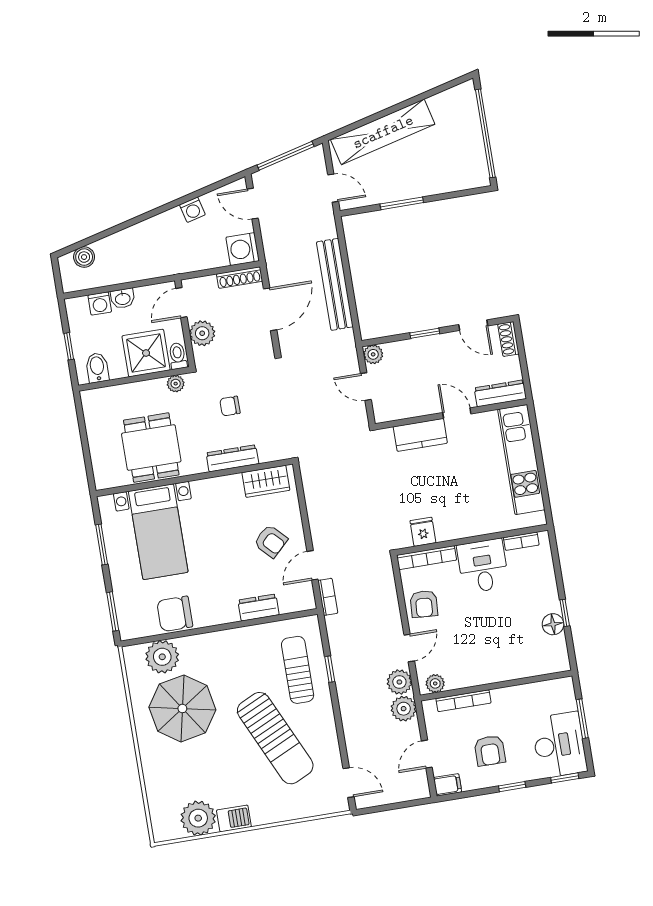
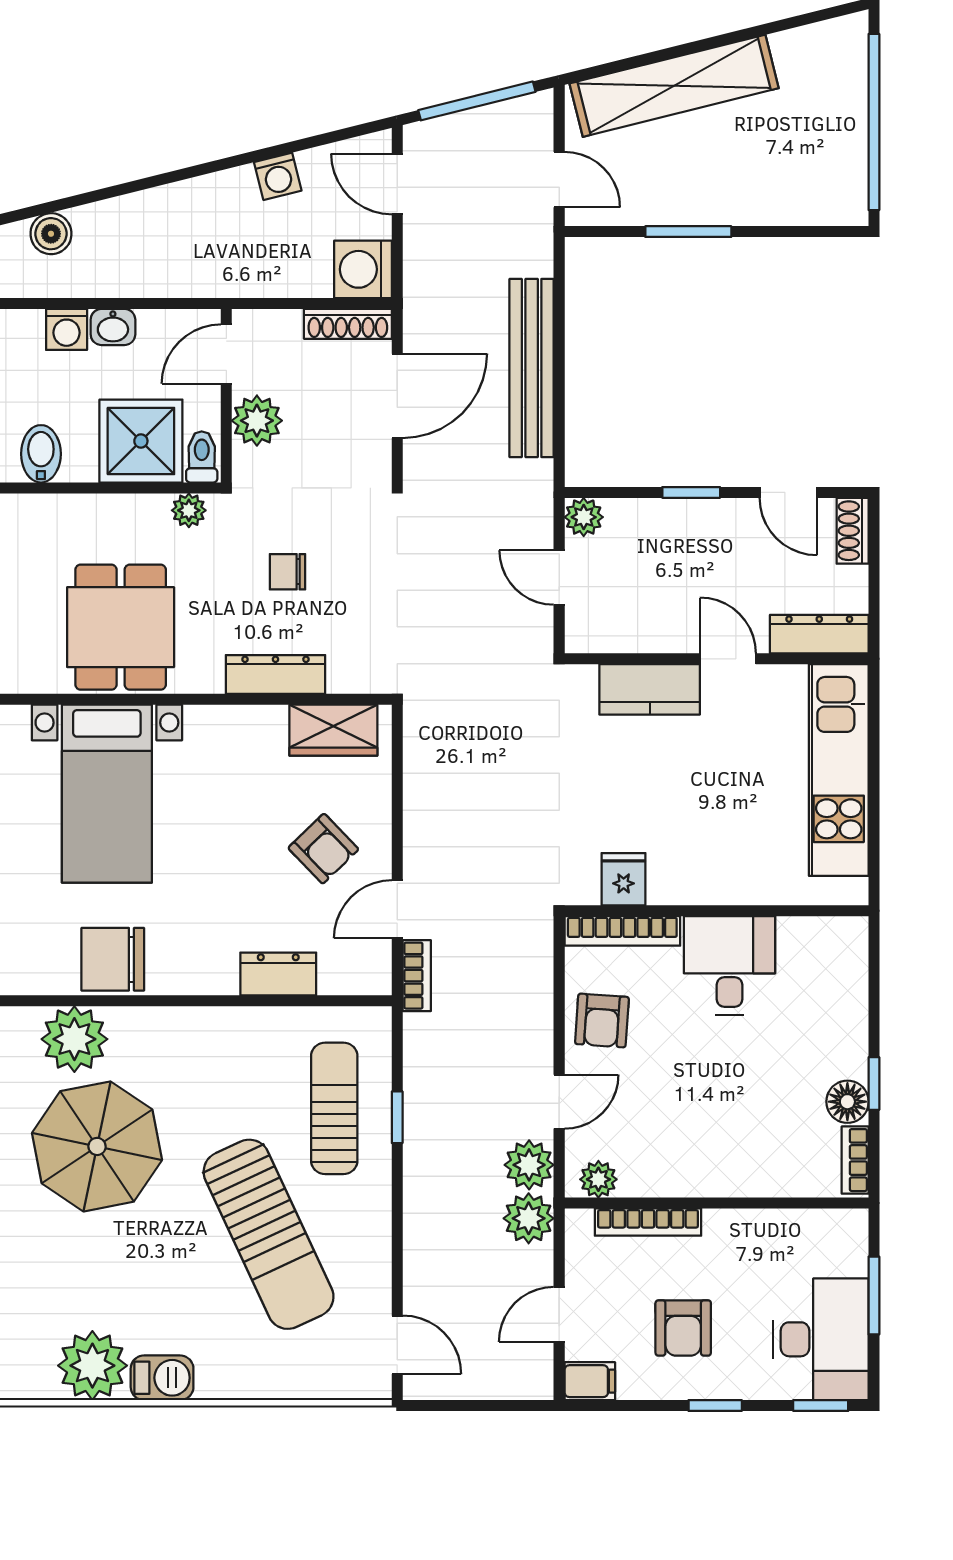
bookcase: (521, 541) -> (855, 1160), moved, turned 90

